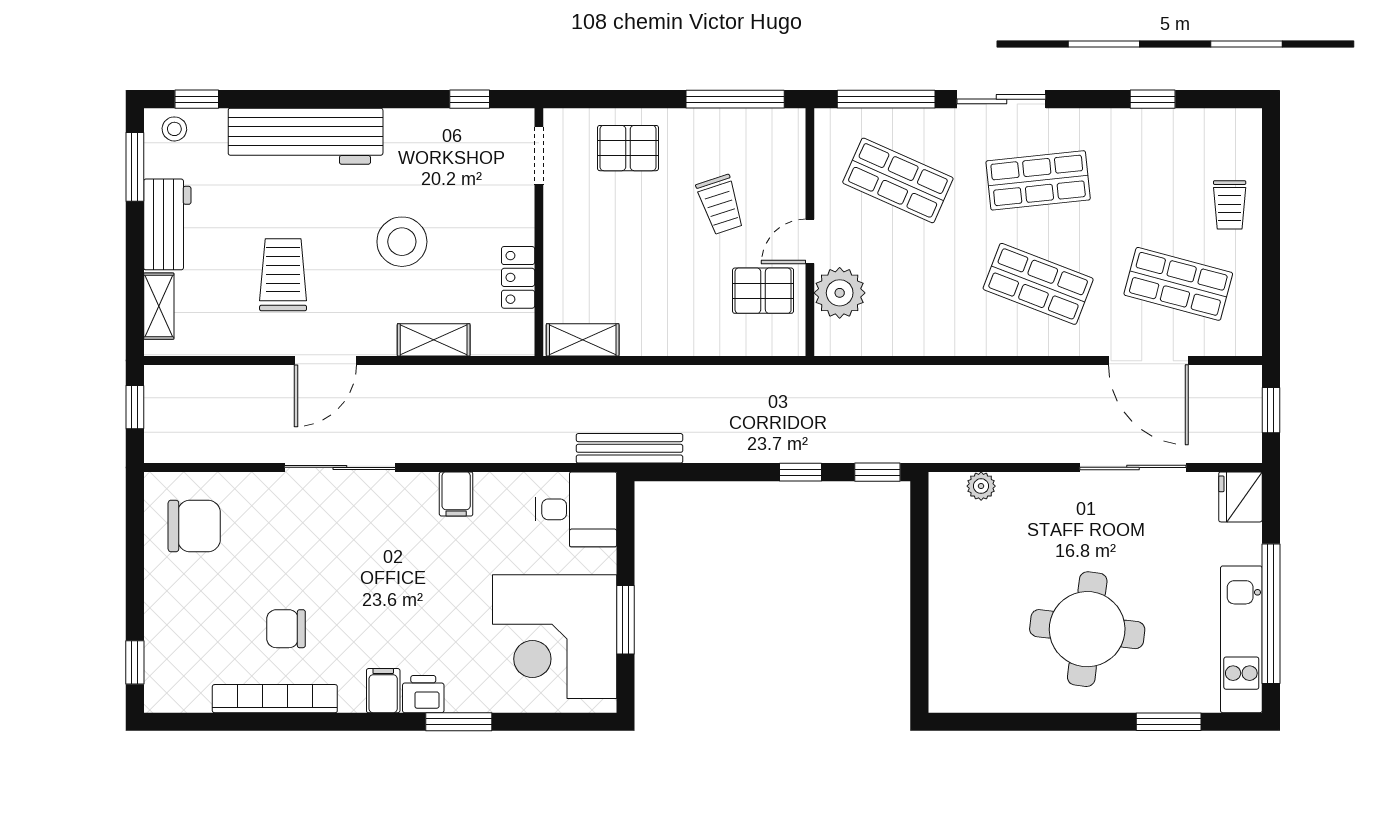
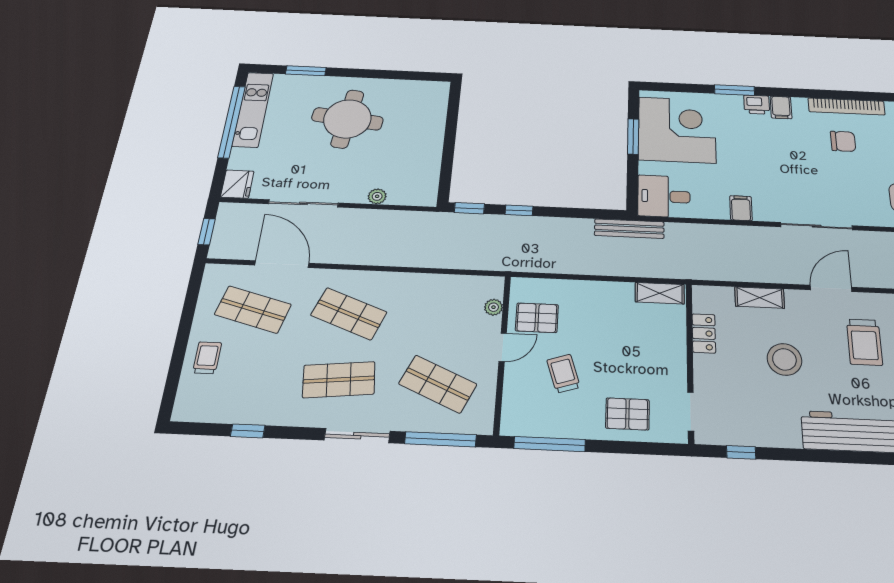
plant: (840, 293) -> (493, 307), width x0.53, depth x0.53
plant: (981, 486) -> (377, 196), moved

